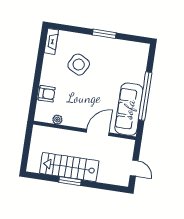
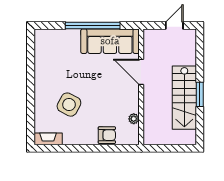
window: (104, 34) -> (31, 81), removed
armchair: (47, 94) -> (107, 135), turned 90

